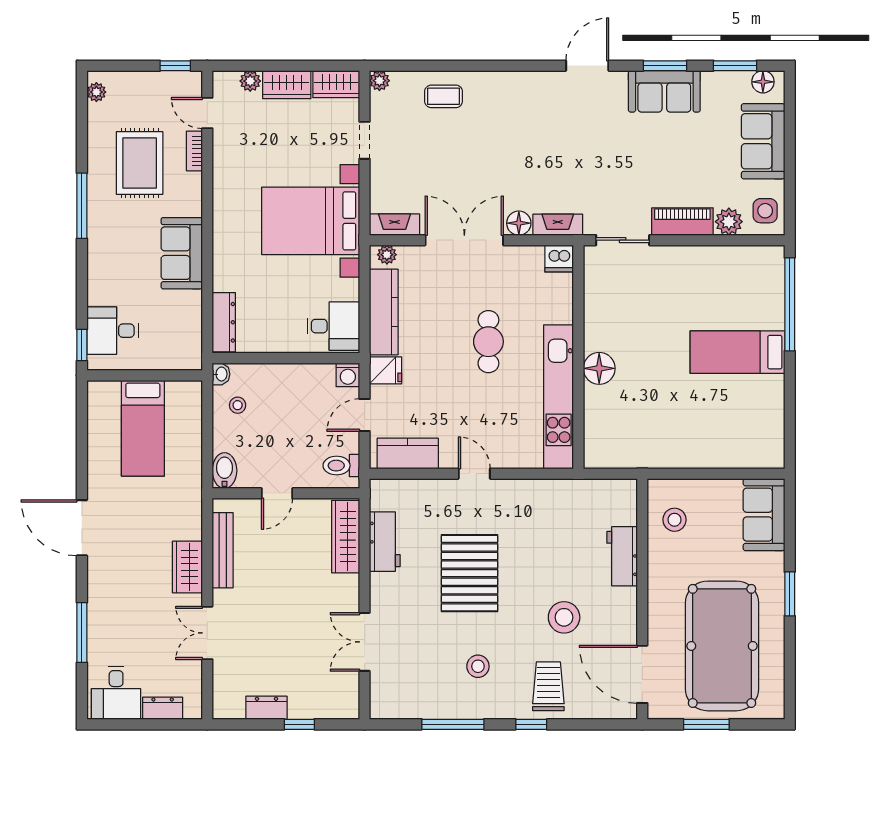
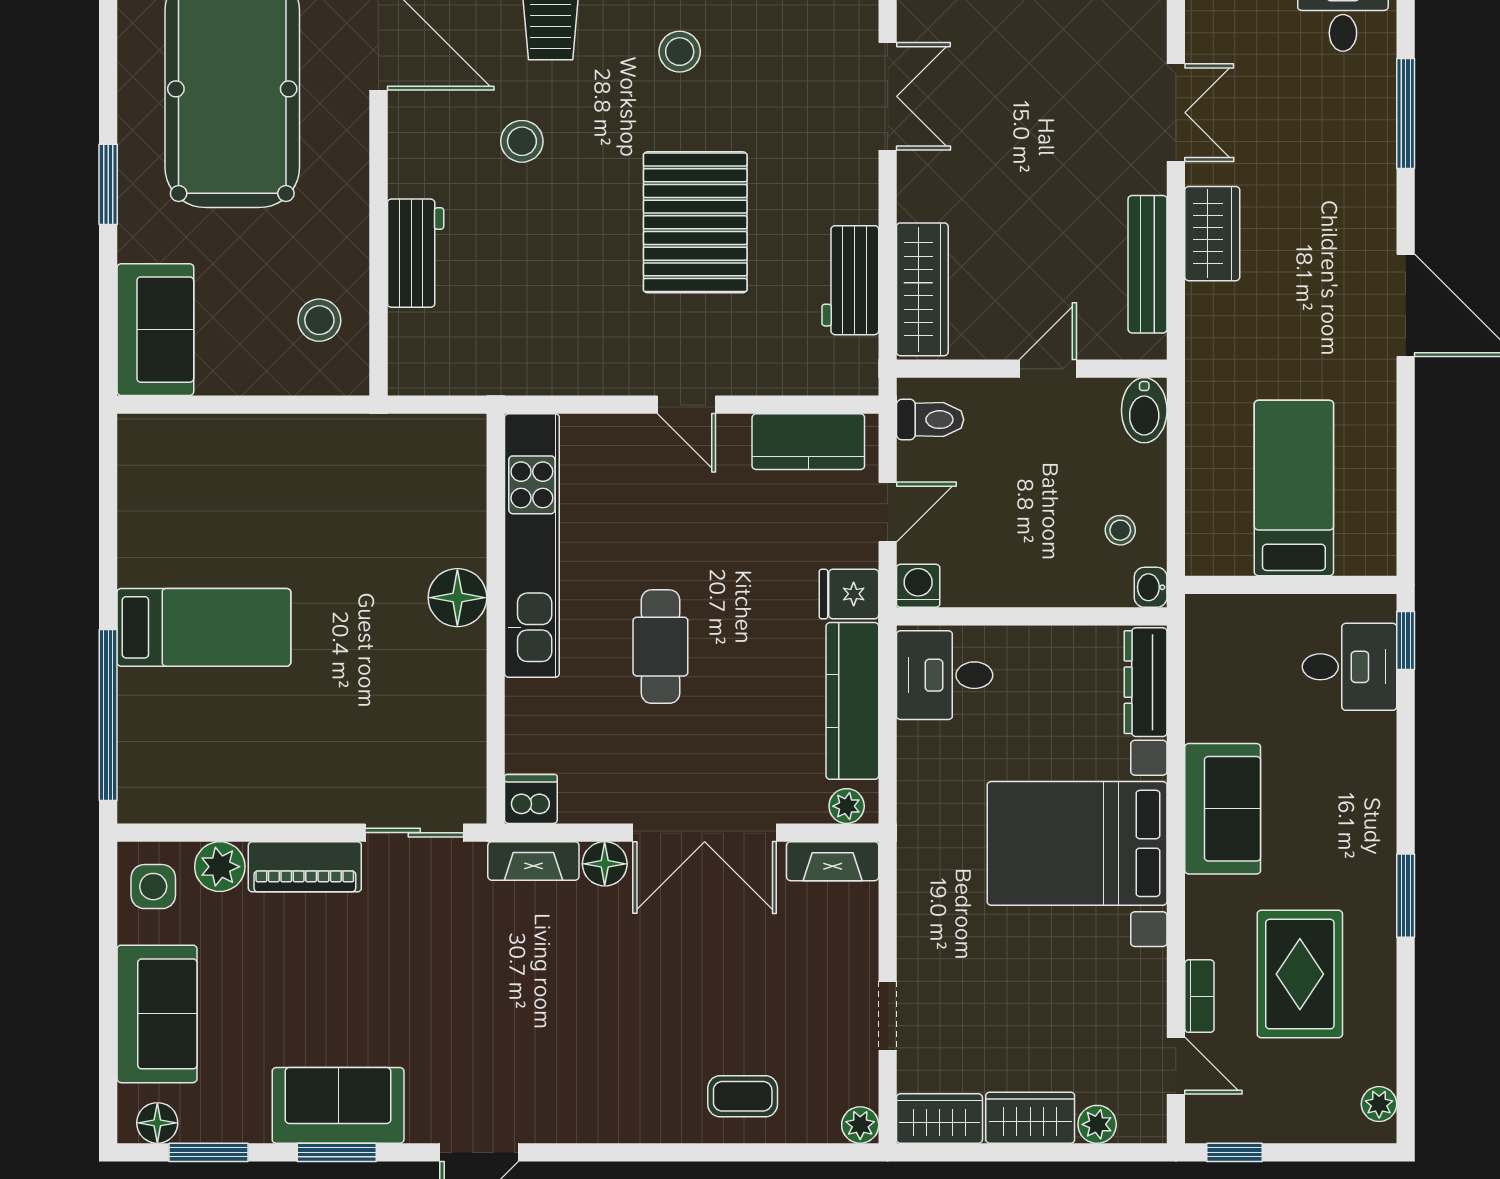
window: (82, 206) -> (1406, 896), width x0.69
bed with nightstands: (311, 221) -> (1077, 843), moved, turned 180
stool: (564, 617) -> (522, 141), width x0.73, depth x0.73

